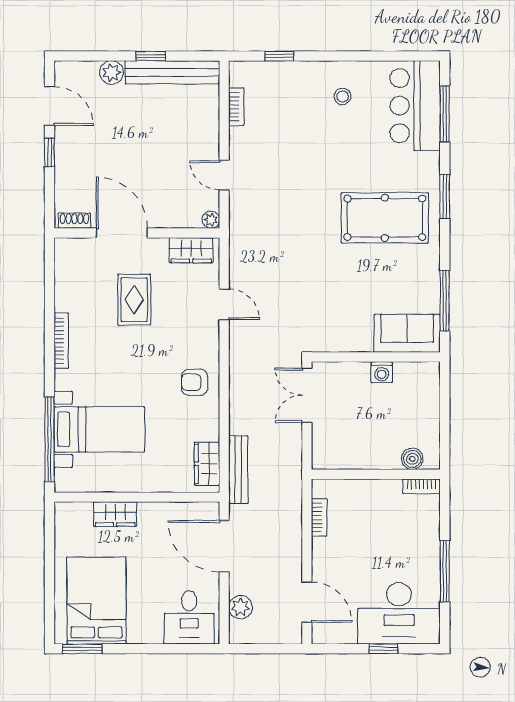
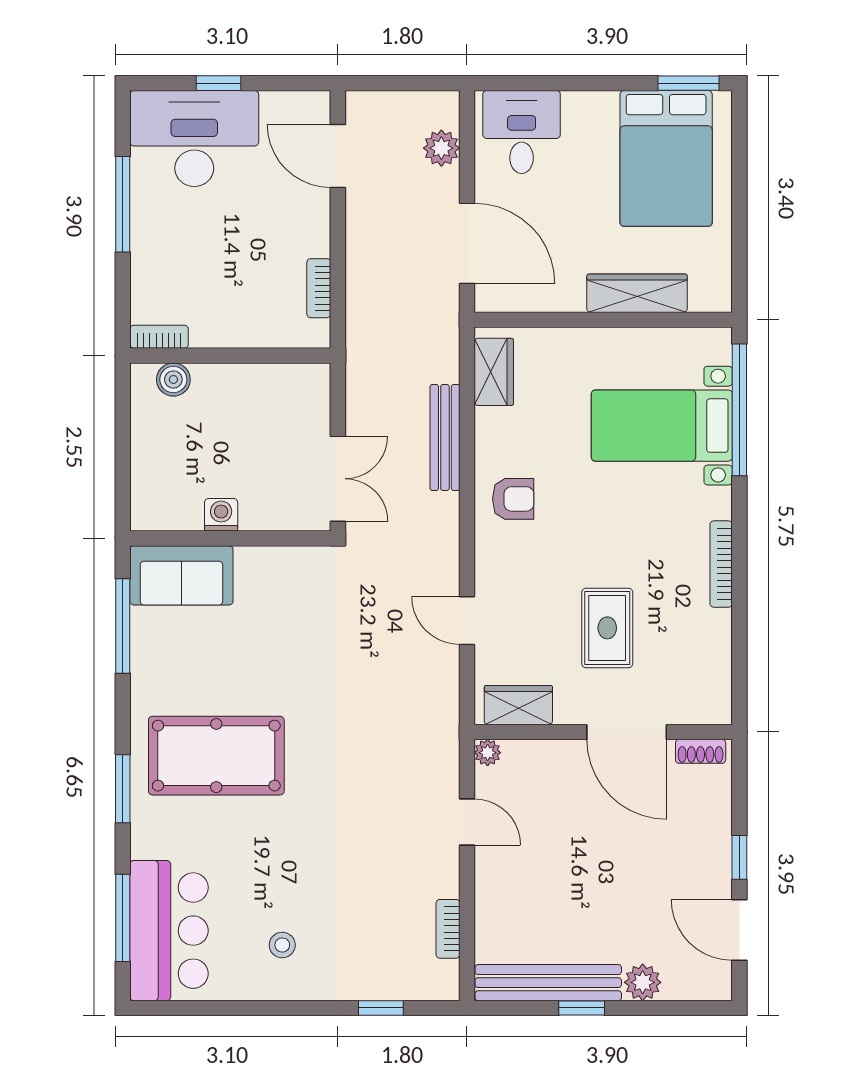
bench: (238, 470) -> (445, 437), moved
wardrobe: (115, 514) -> (637, 293), width x1.50

